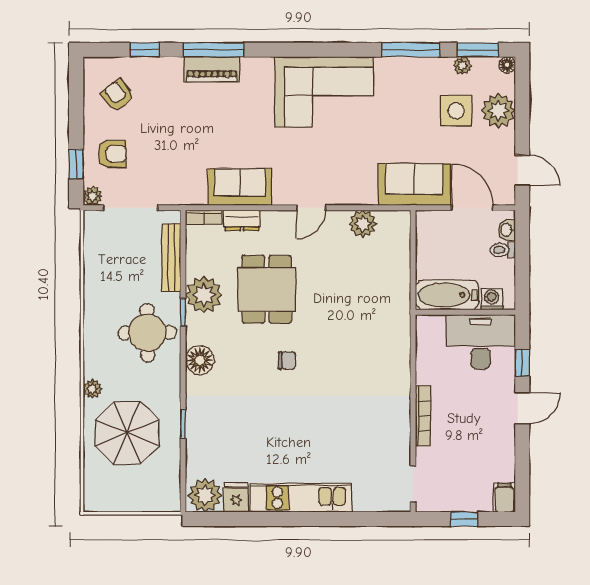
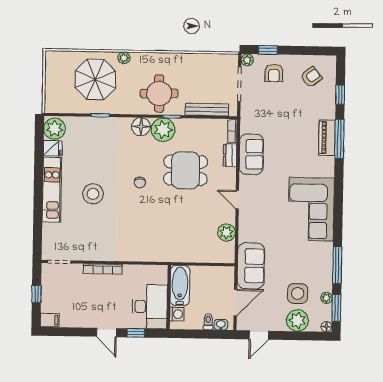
plant: (204, 295) -> (163, 130), moved
stool: (306, 433) -> (93, 194), added

